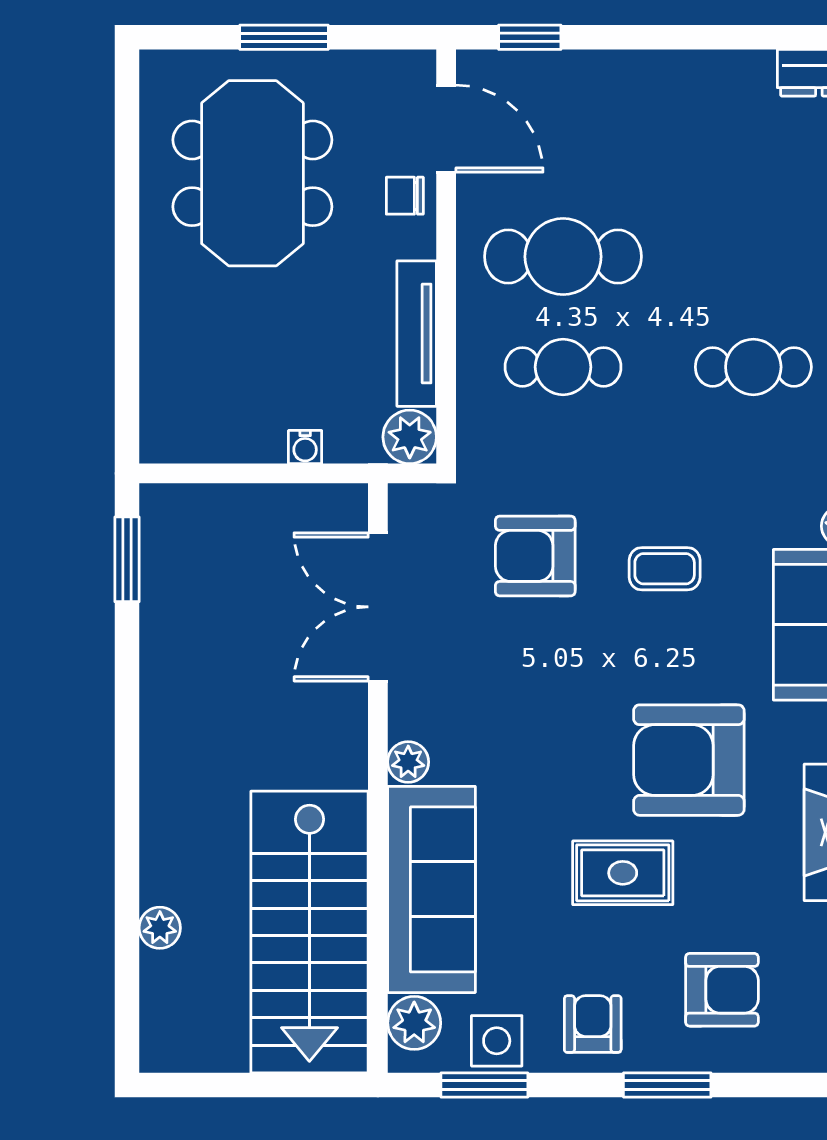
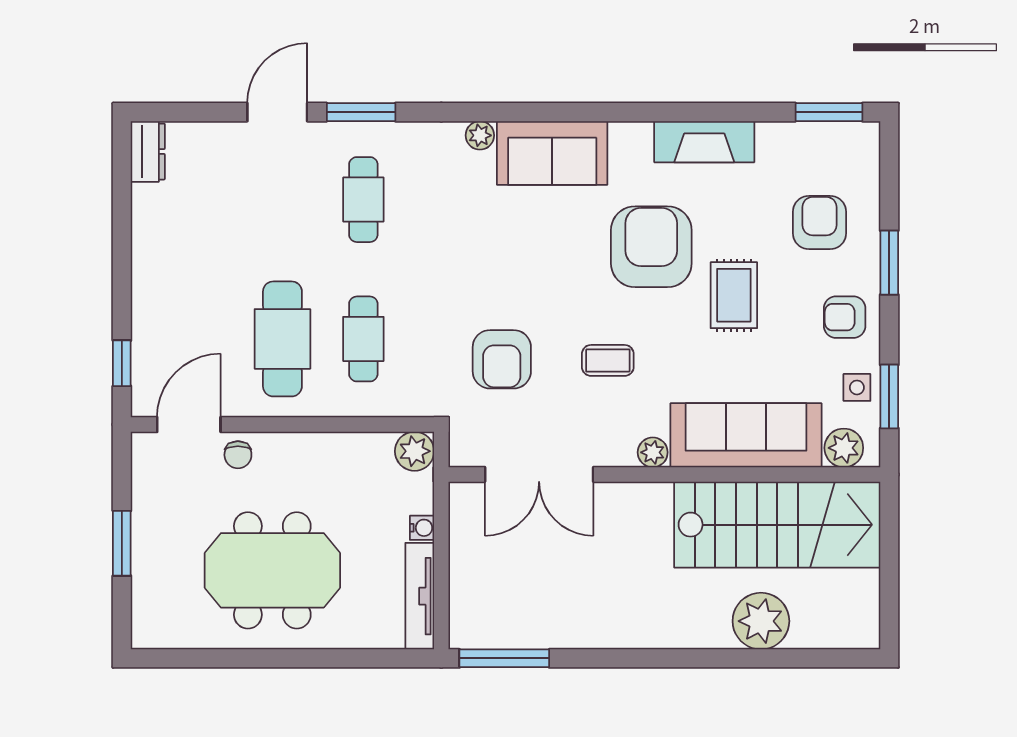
meeting table: (252, 173) -> (272, 570), moved
tv unit: (417, 334) -> (420, 596), moved, turned 90
window: (127, 559) -> (504, 658), width x1.44
coffee table: (665, 569) -> (608, 360), moved, turned 90
armchair: (689, 760) -> (651, 247), turned 180
plant: (160, 928) -> (761, 621), width x1.87, depth x1.87
side table: (497, 1041) -> (857, 387), width x0.73, depth x0.73

